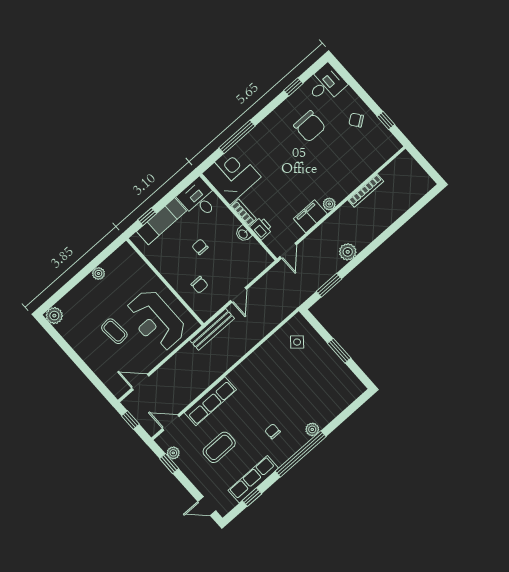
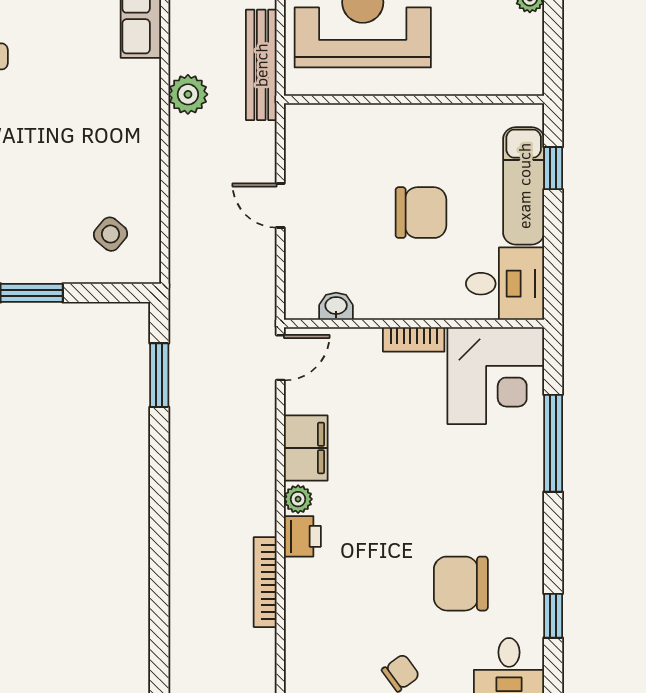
printer: (261, 228) -> (302, 536), moved, turned -90
washbasin: (243, 234) -> (336, 306), moved
chair: (200, 247) -> (421, 213), width x1.87, depth x1.87
door: (288, 251) -> (280, 358), swing flipped
plant: (348, 252) -> (188, 94), moved
chair: (200, 285) -> (357, 154), removed
bench: (212, 329) -> (261, 65), moved

